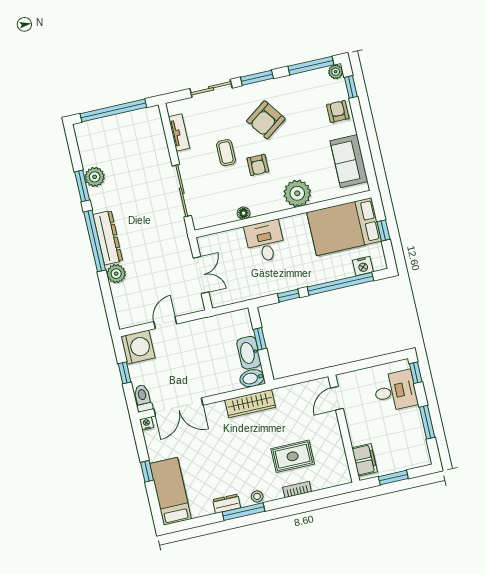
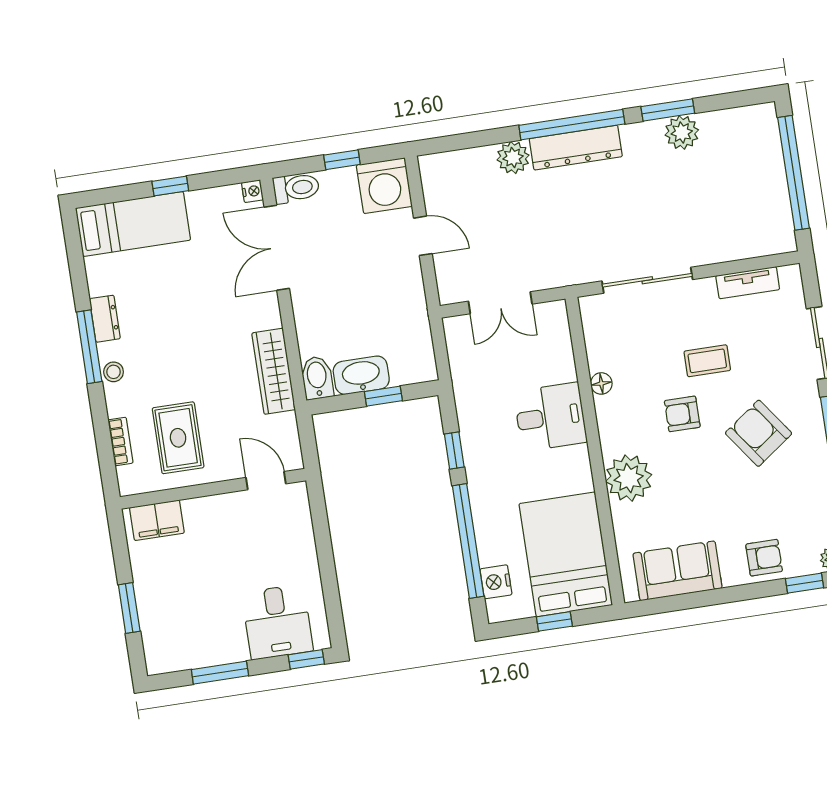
door: (337, 398) -> (266, 481), moved
wall: (344, 429) -> (213, 489), moved
filing cabinet: (365, 460) -> (157, 520), moved

